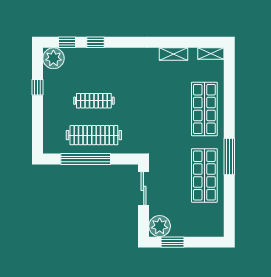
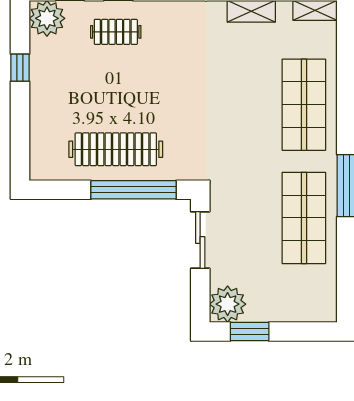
clothes rail: (94, 101) -> (116, 32), moved, width x0.73
window: (86, 159) -> (133, 190), moved

